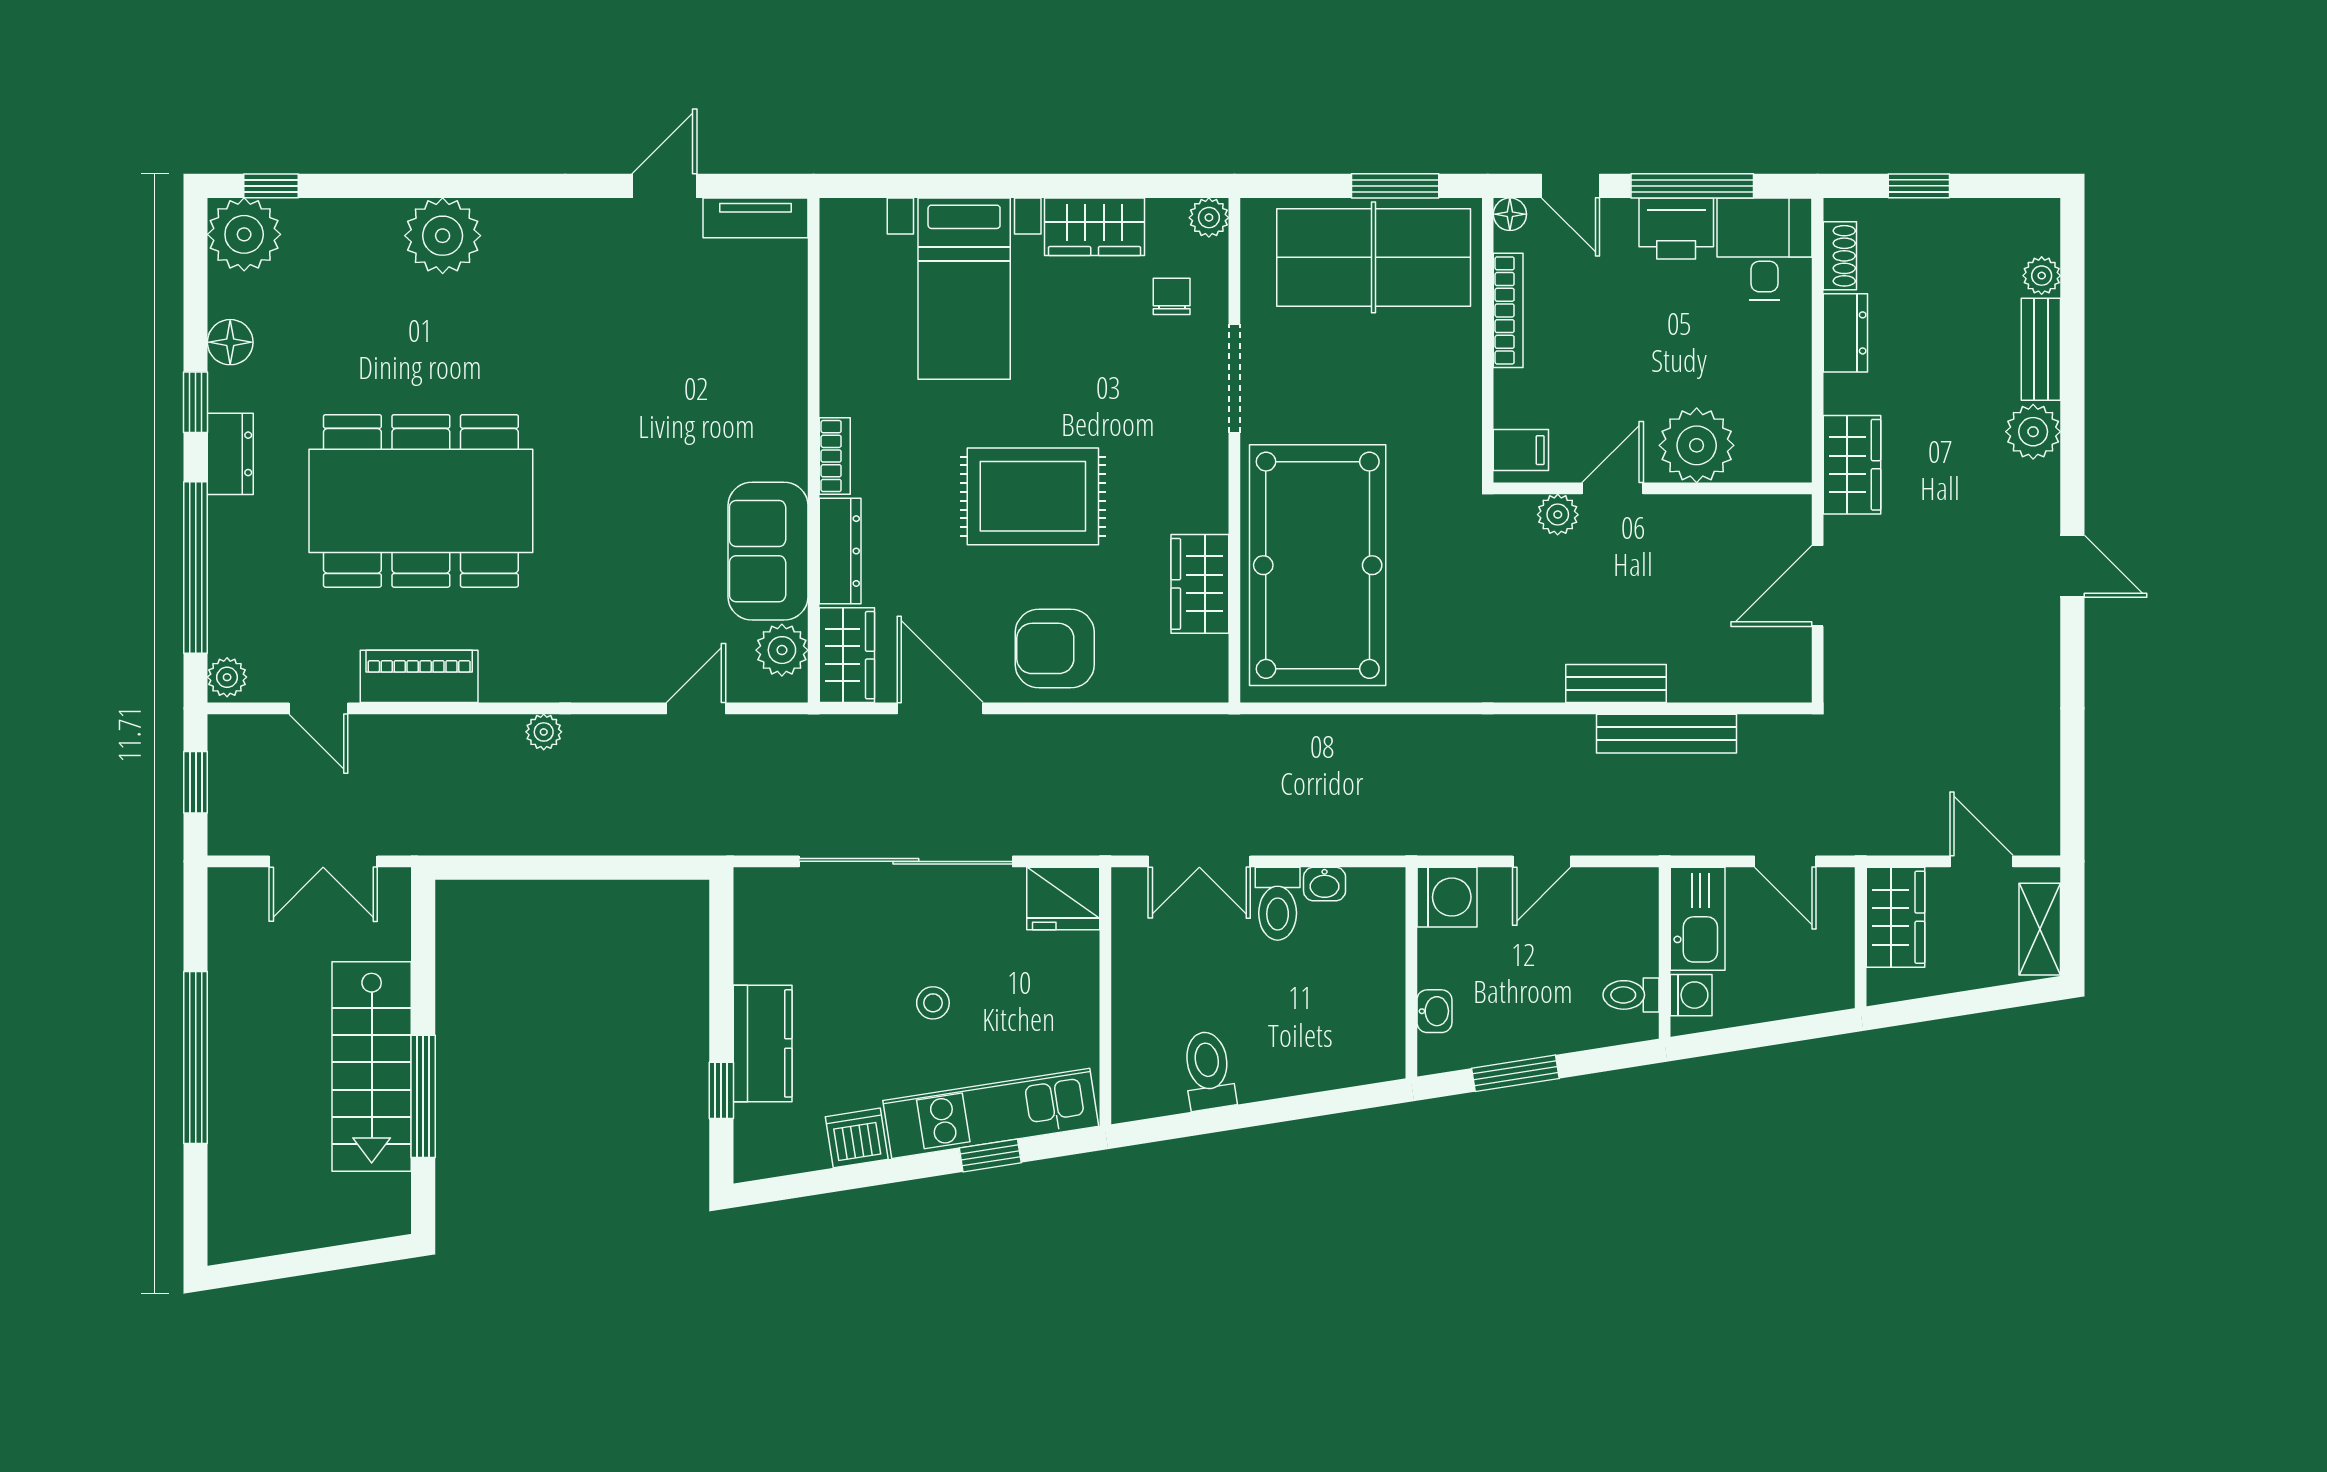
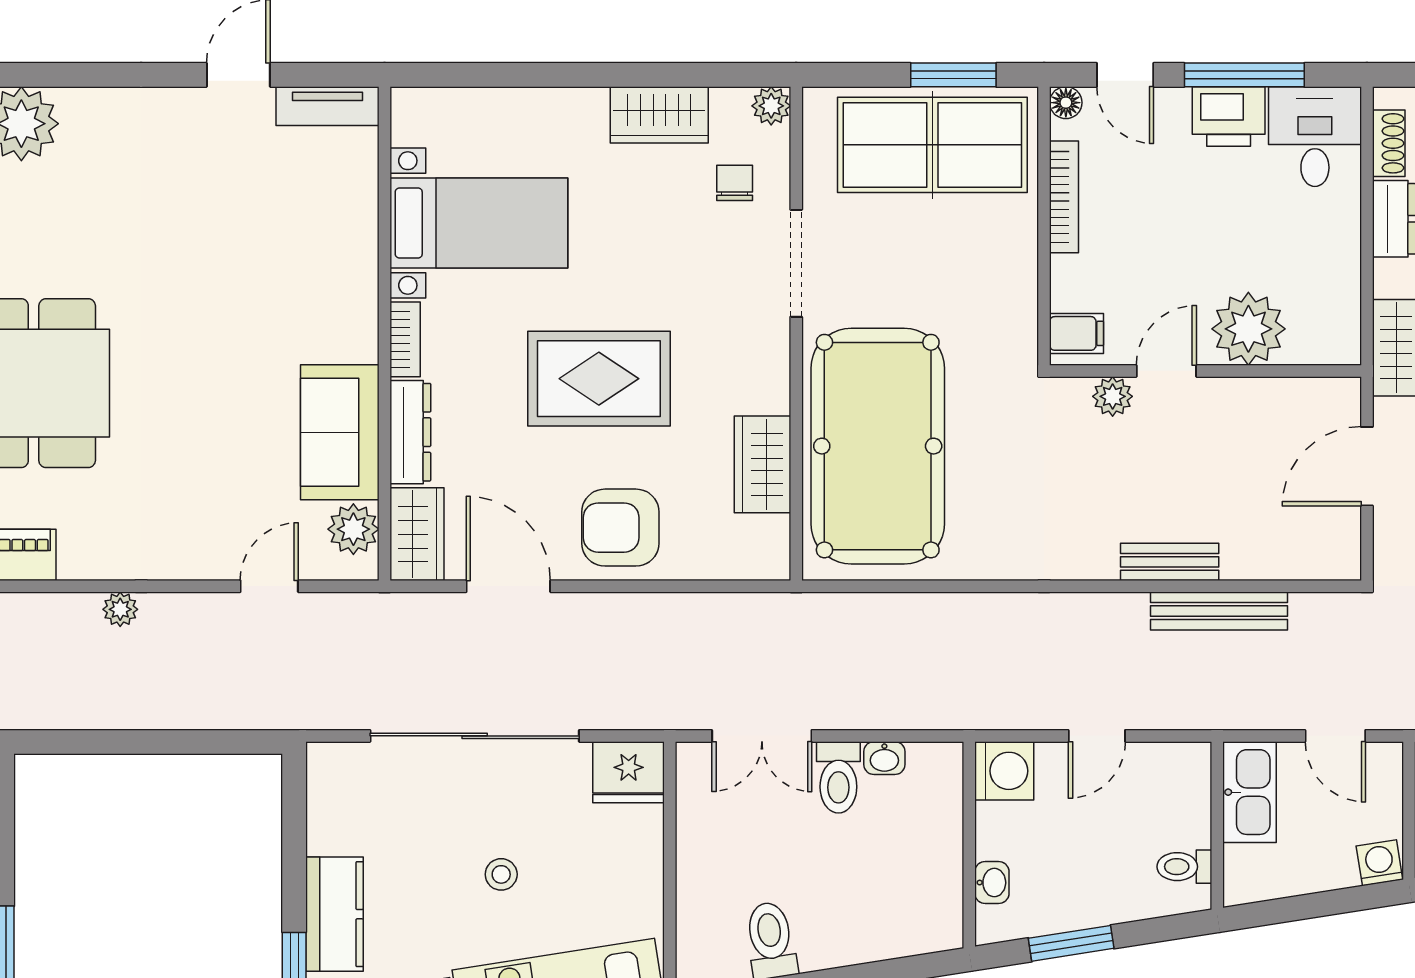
bed with nightstands: (964, 289) -> (479, 223), moved, turned -90
washing machine: (1691, 995) -> (1379, 863), moved, turned -99

